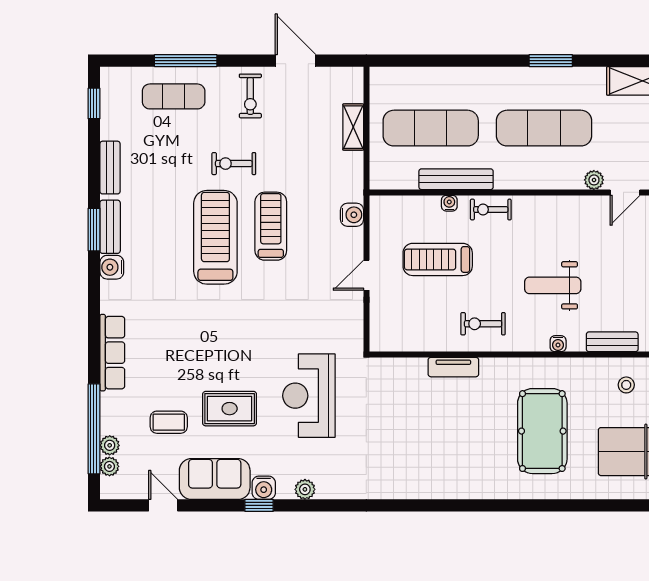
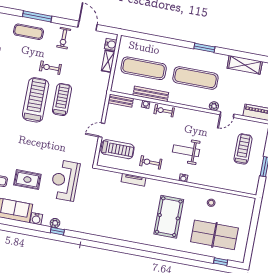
water cooler: (352, 215) -> (111, 44), moved
treadmill: (438, 259) -> (117, 149), moved, turned 180
bench: (612, 342) -> (121, 101), moved
window: (259, 505) -> (57, 231), moved

